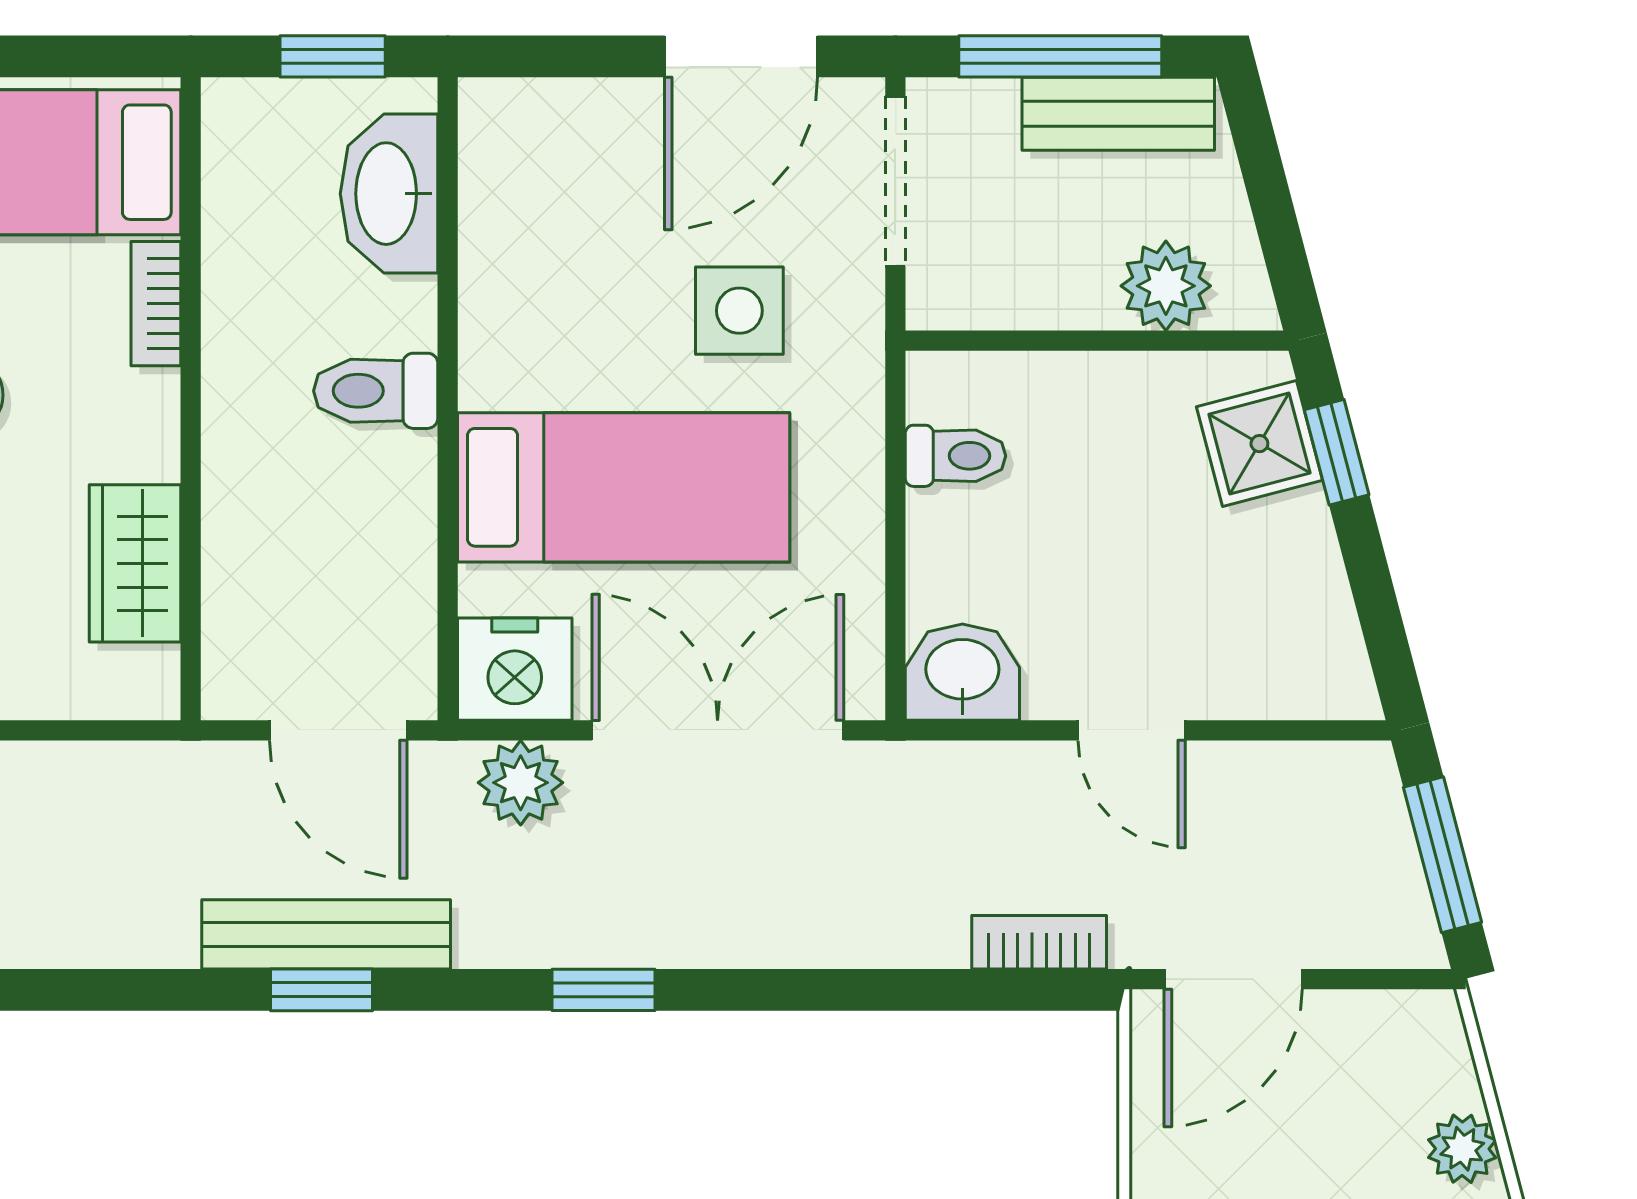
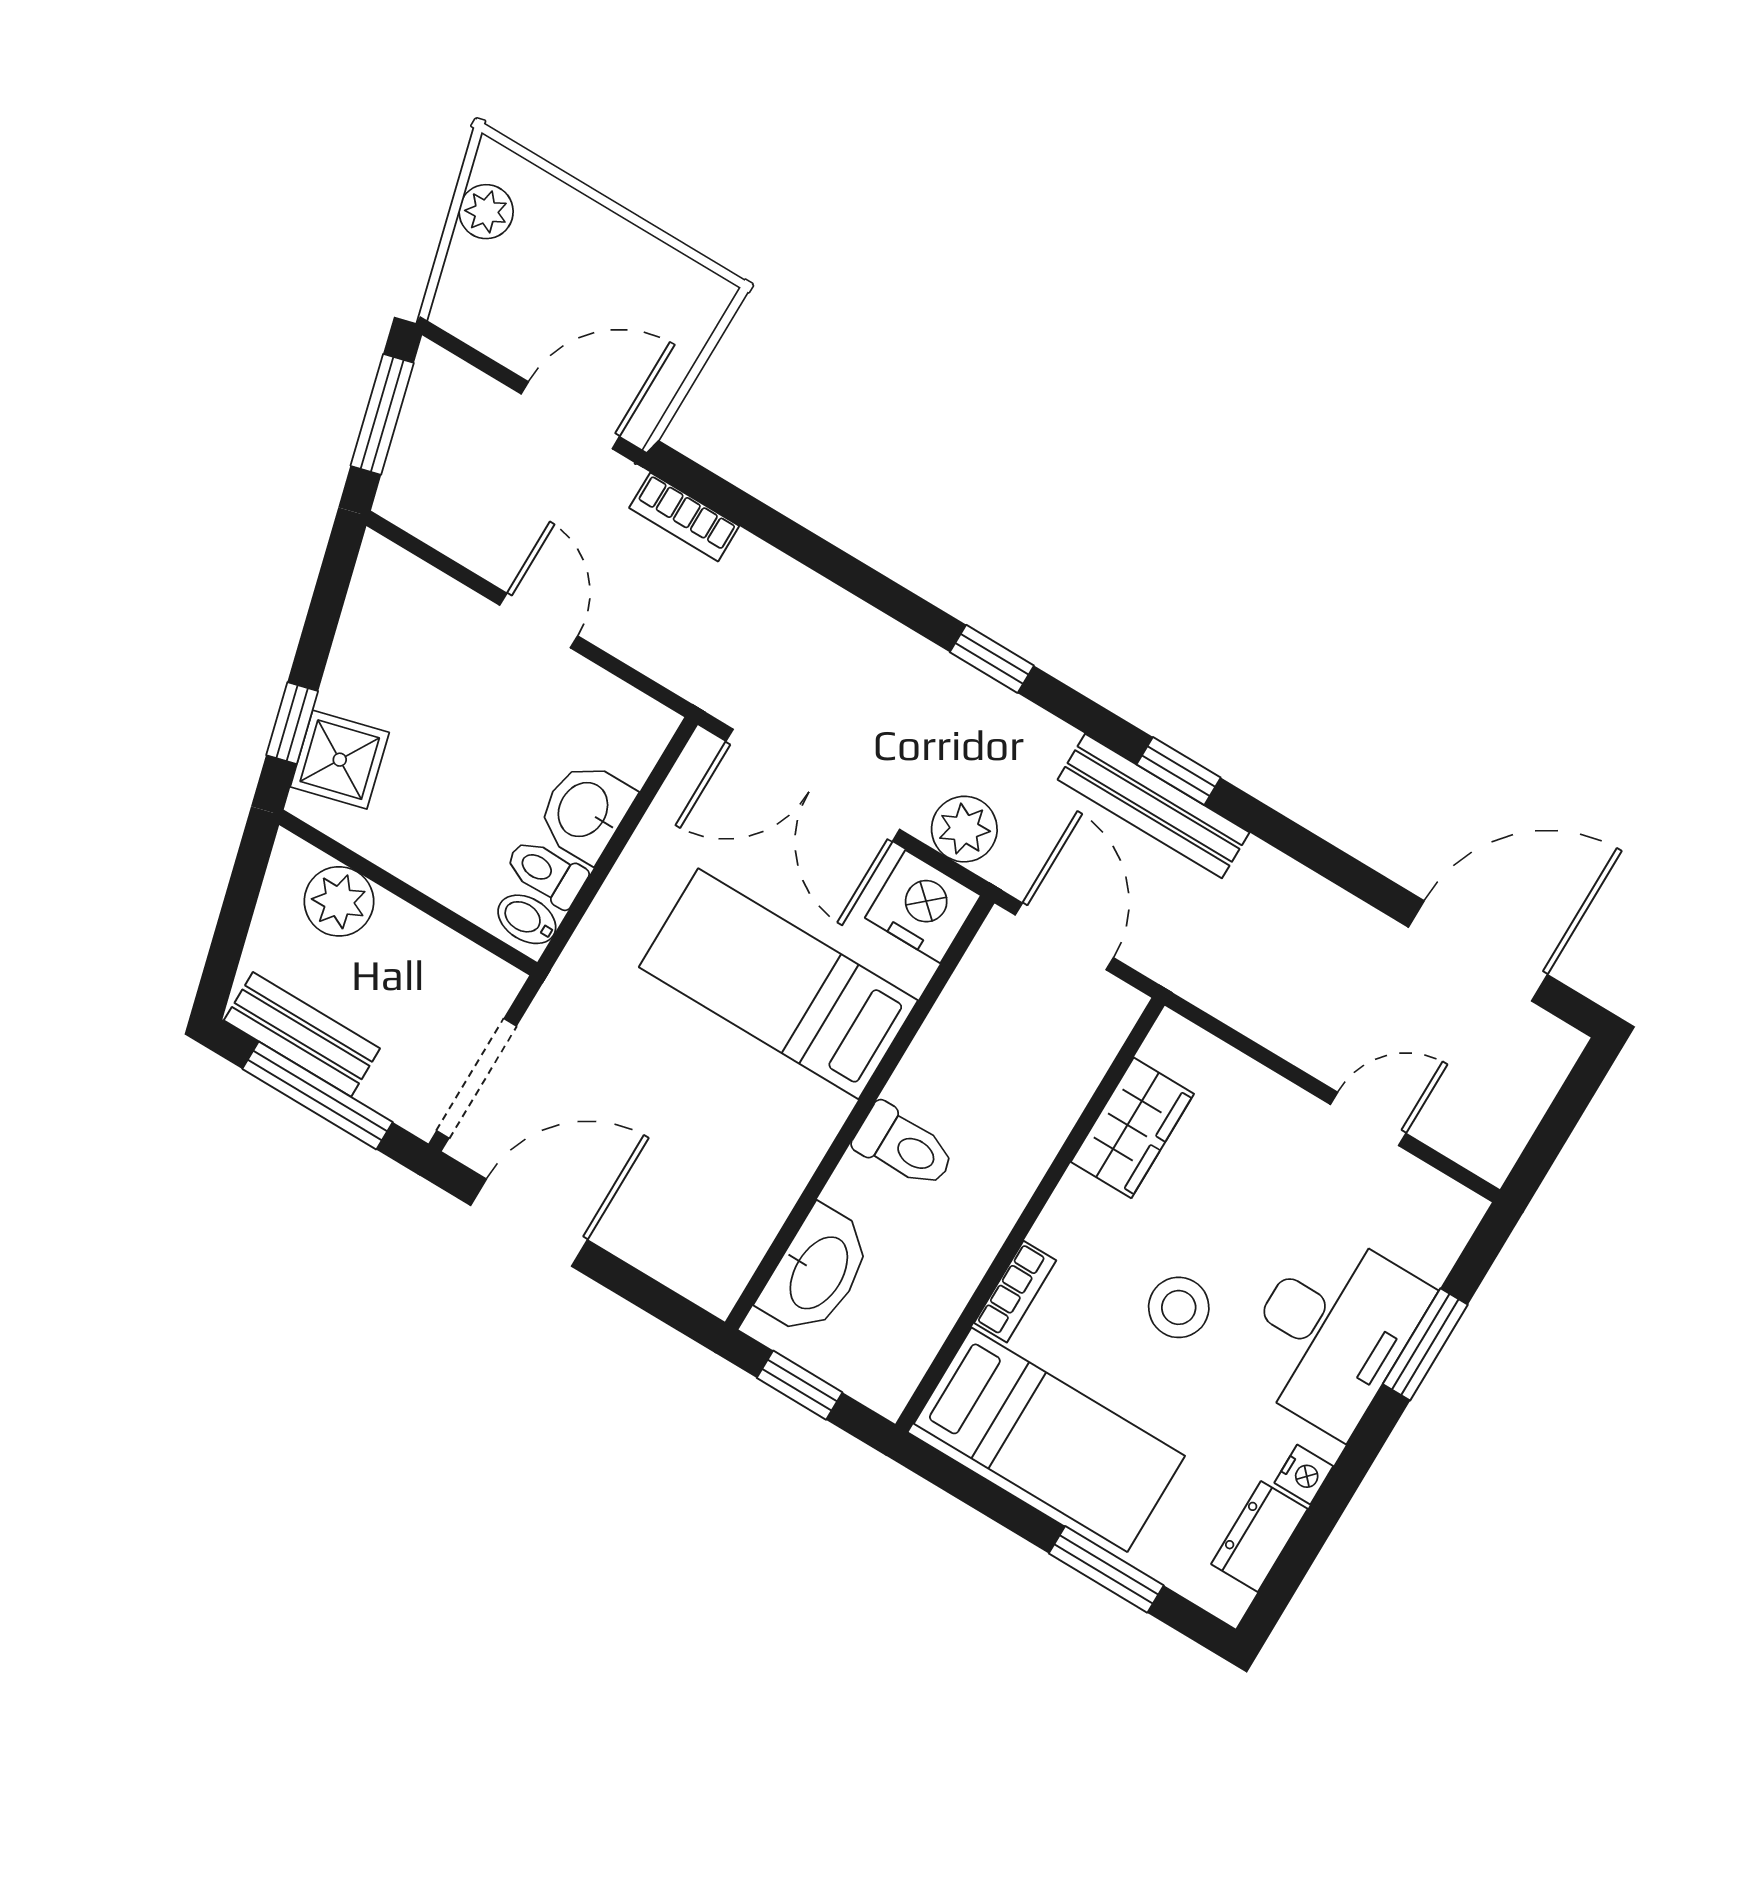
side table: (739, 311) -> (631, 1055), removed
bidet: (945, 391) -> (527, 919), added
washbasin: (962, 672) -> (585, 811), moved, turned 90

